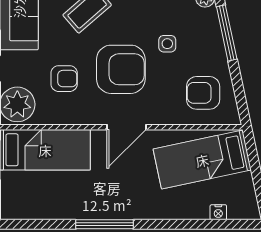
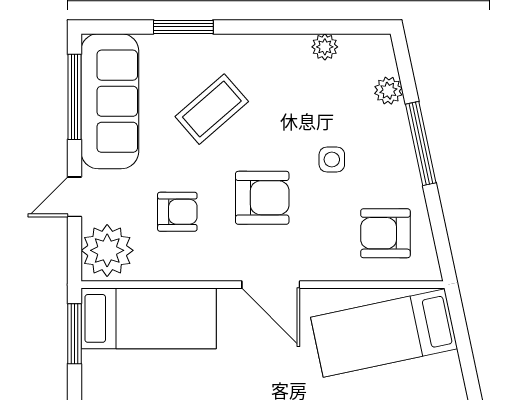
armchair: (121, 69) -> (262, 198), width x0.73, depth x0.73
door: (127, 127) -> (271, 285), hinge flipped

